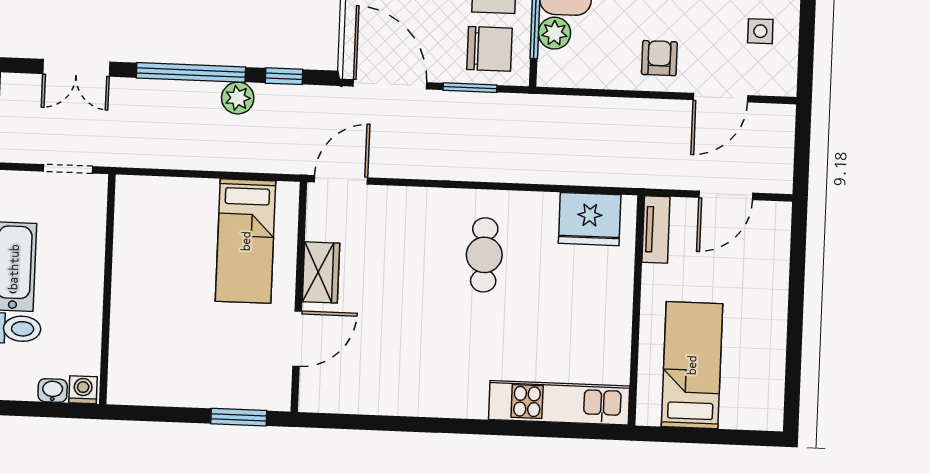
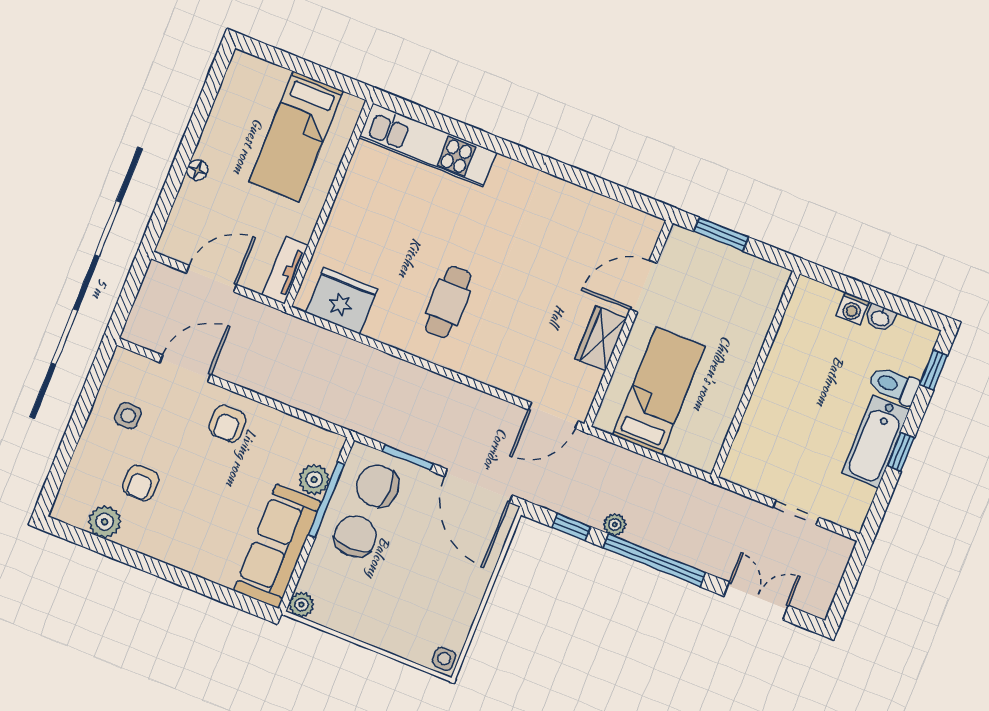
plant: (238, 98) -> (615, 525), width x0.73, depth x0.73
wall: (107, 289) -> (755, 374), moved
floor lamp: (778, 297) -> (197, 170), added

